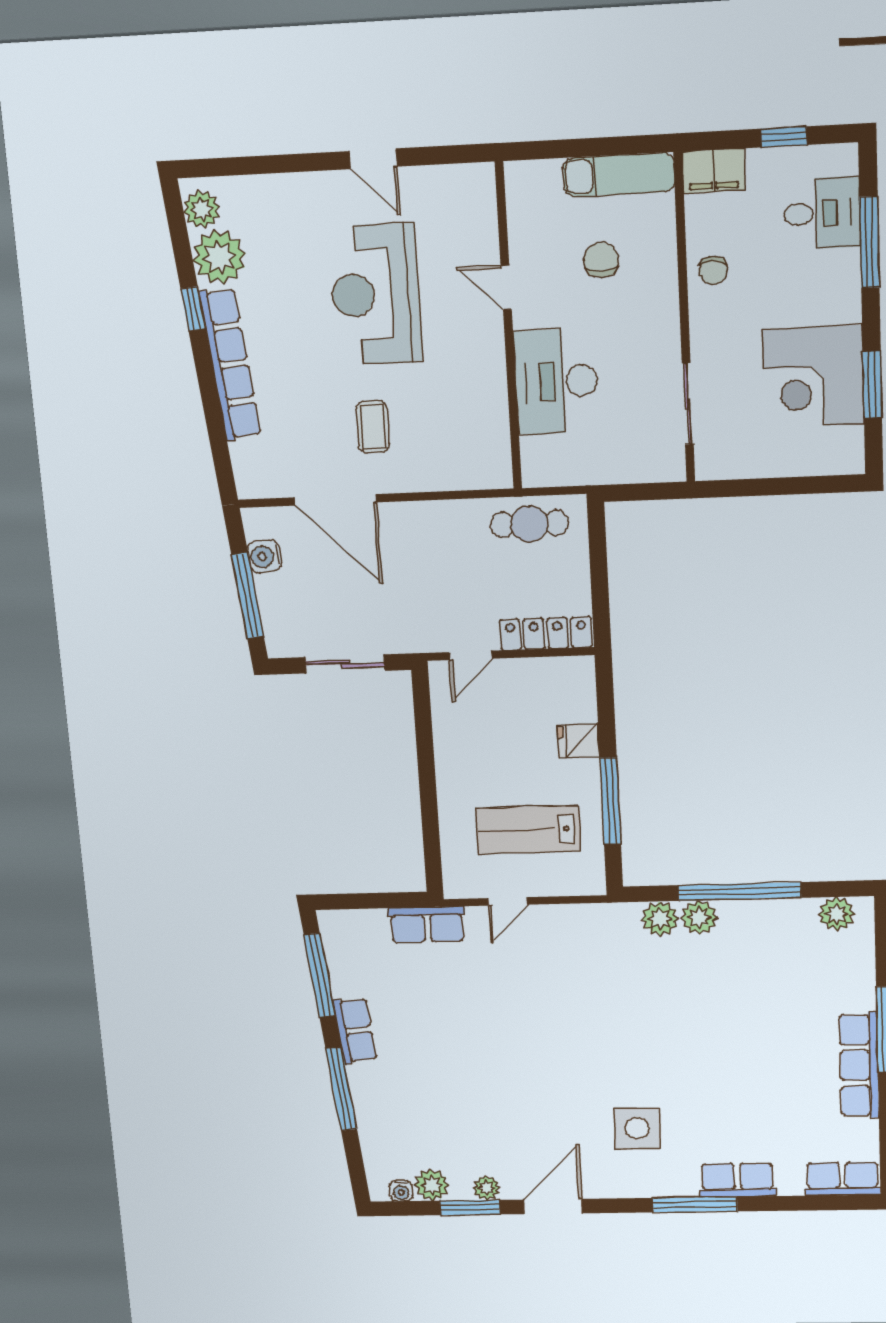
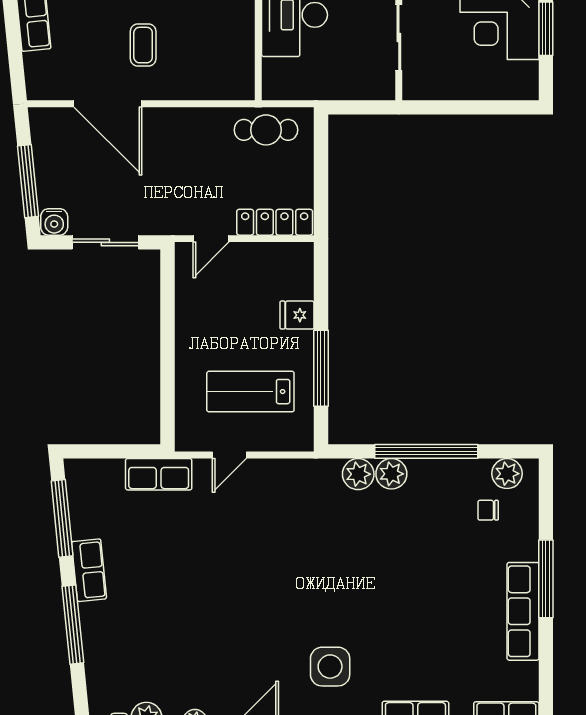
water cooler: (265, 556) -> (54, 222), moved, turned -84
chair: (815, 955) -> (488, 510), added

